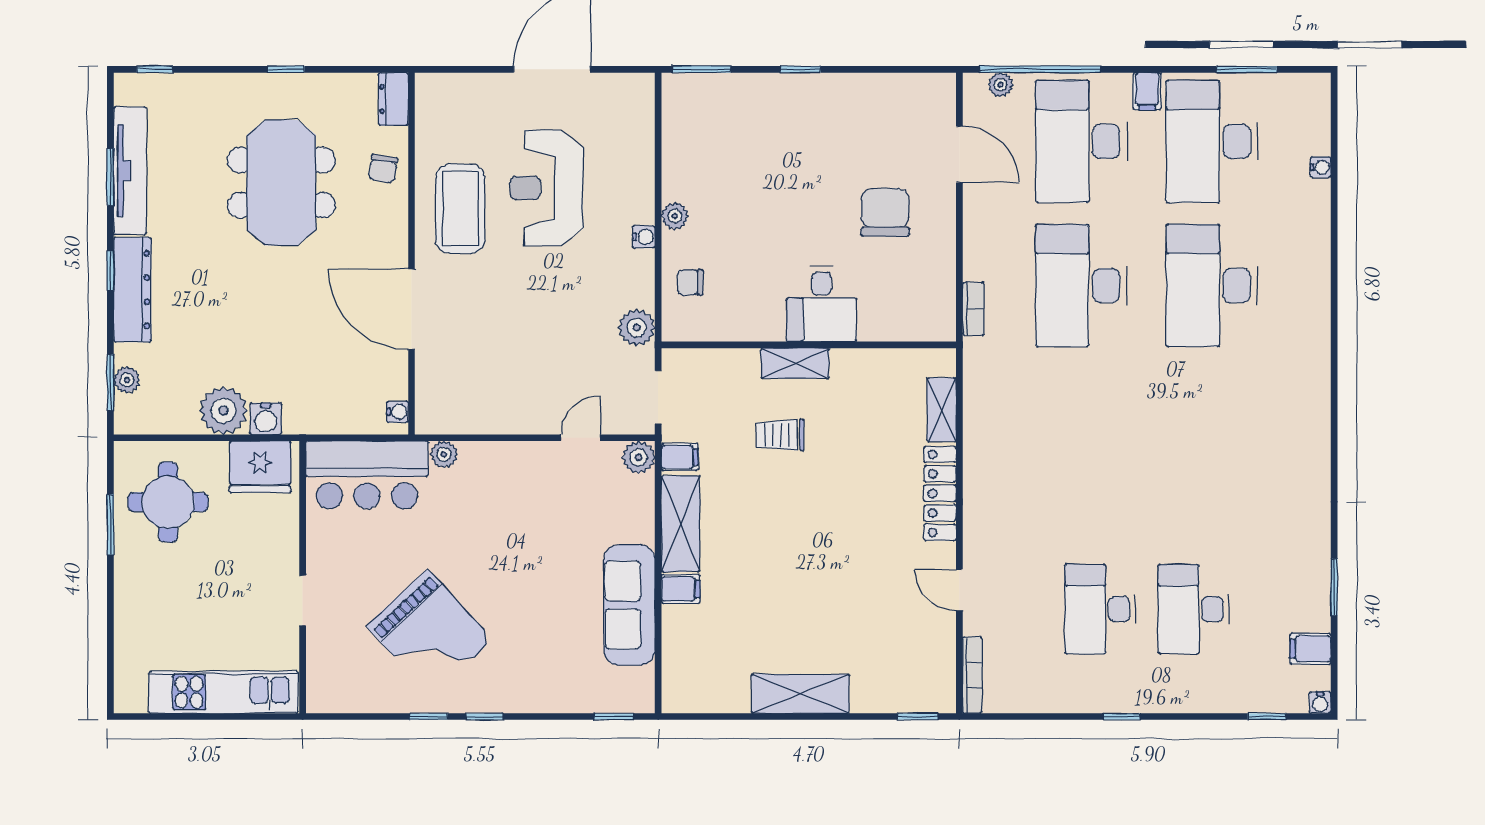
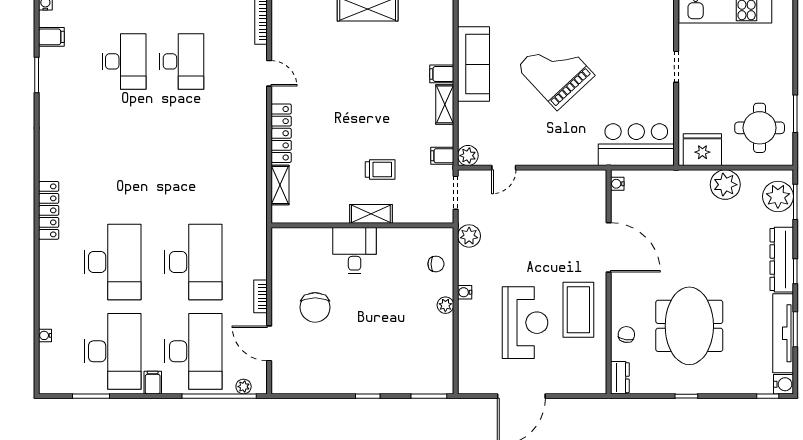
bookcase: (973, 309) -> (260, 296), moved
locker: (1315, 369) -> (49, 210), added
plant: (127, 380) -> (778, 196), width x1.88, depth x1.88
water cooler: (266, 419) -> (783, 384), moved, turned 90
plant: (444, 454) -> (589, 157), removed
shelving: (681, 524) -> (445, 104), width x0.67, depth x0.75
grand piano: (430, 633) -> (556, 71), moved

